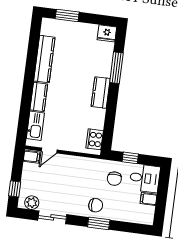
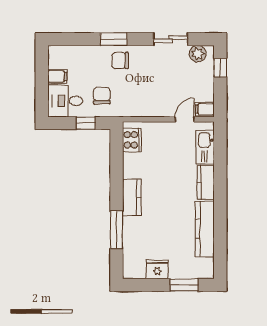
fridge: (107, 33) -> (157, 270), moved

